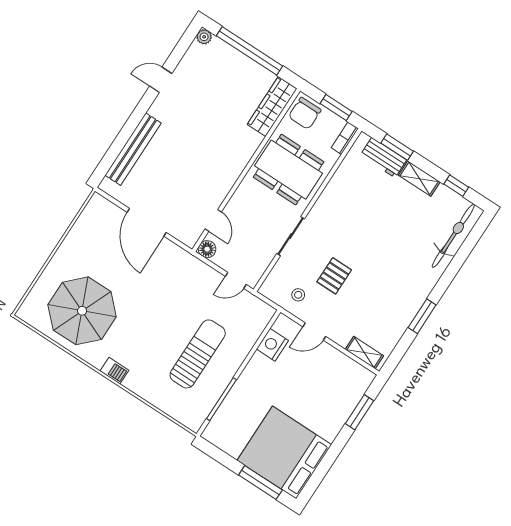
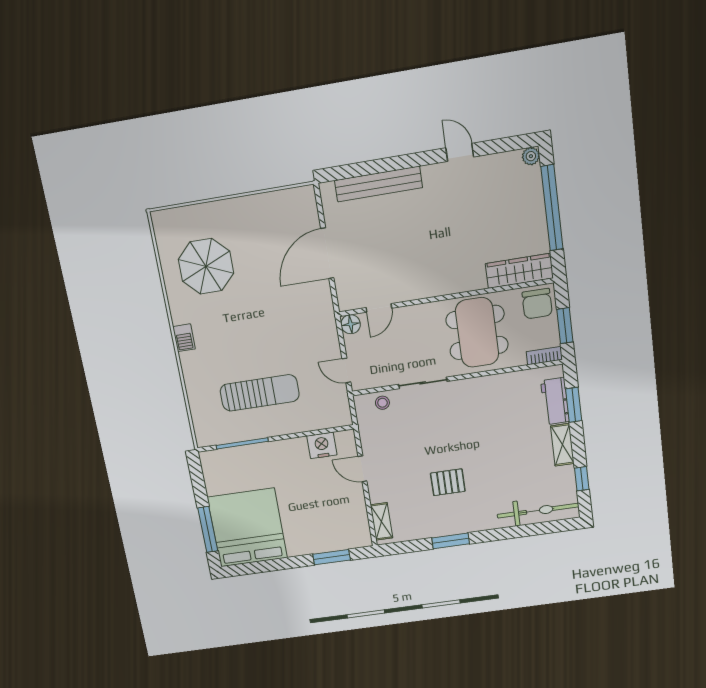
chair: (305, 113) -> (537, 304), turned -90
pallet: (334, 276) -> (448, 482), moved
stool: (298, 295) -> (382, 403), moved
parasol: (82, 311) -> (206, 266), width x0.73, depth x0.73

